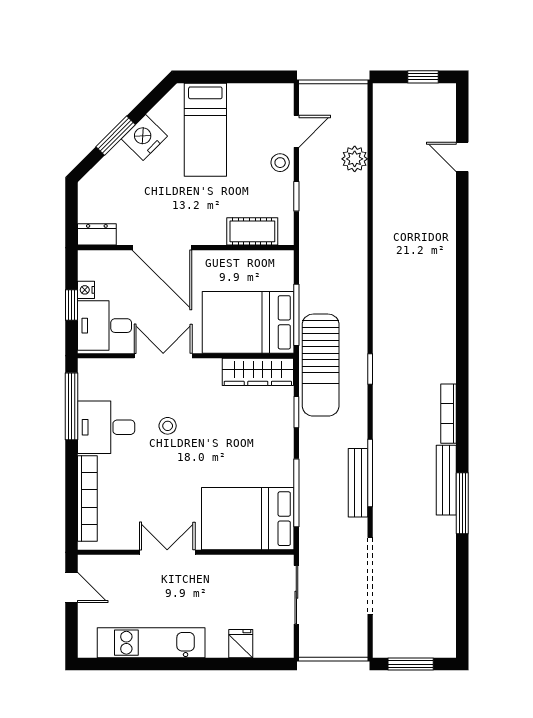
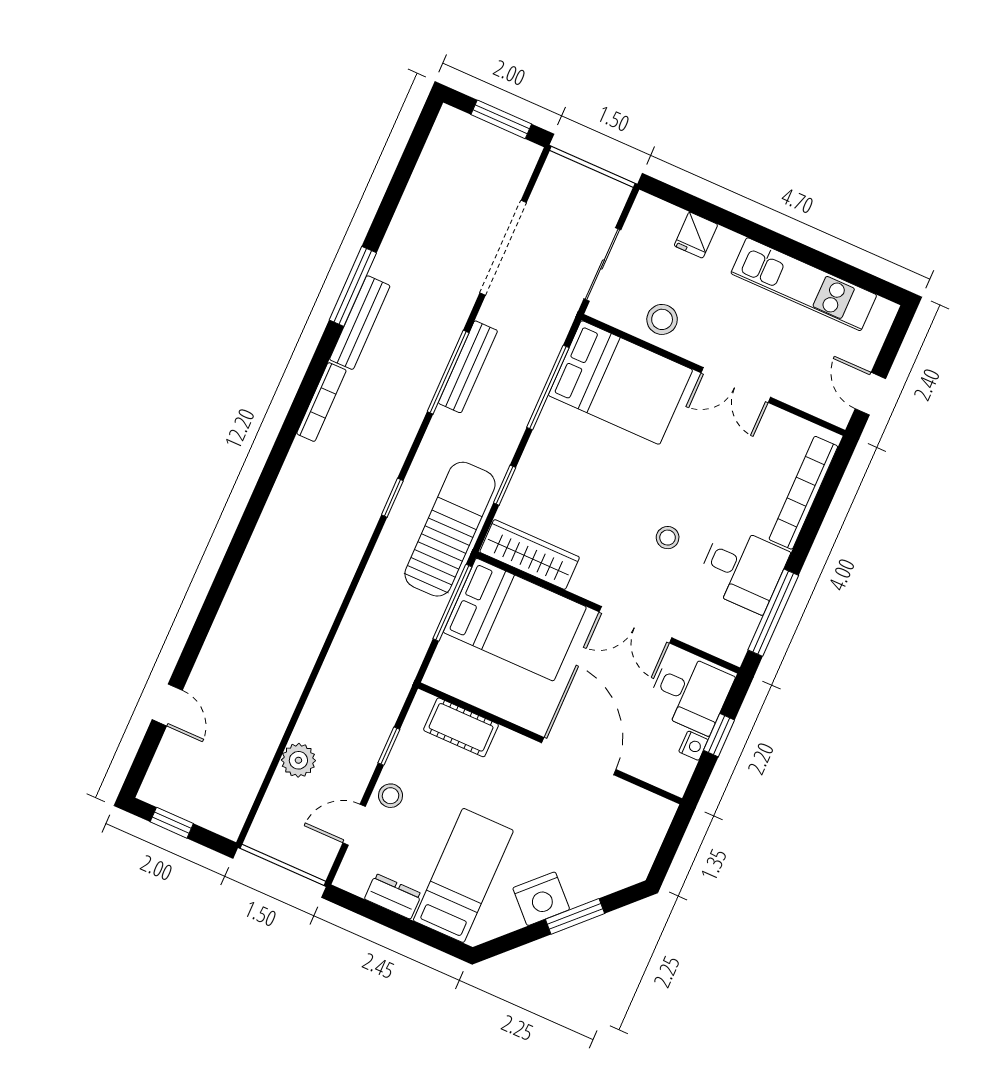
dresser: (97, 234) -> (393, 896), moved, turned 180
stool: (238, 575) -> (662, 319), added

